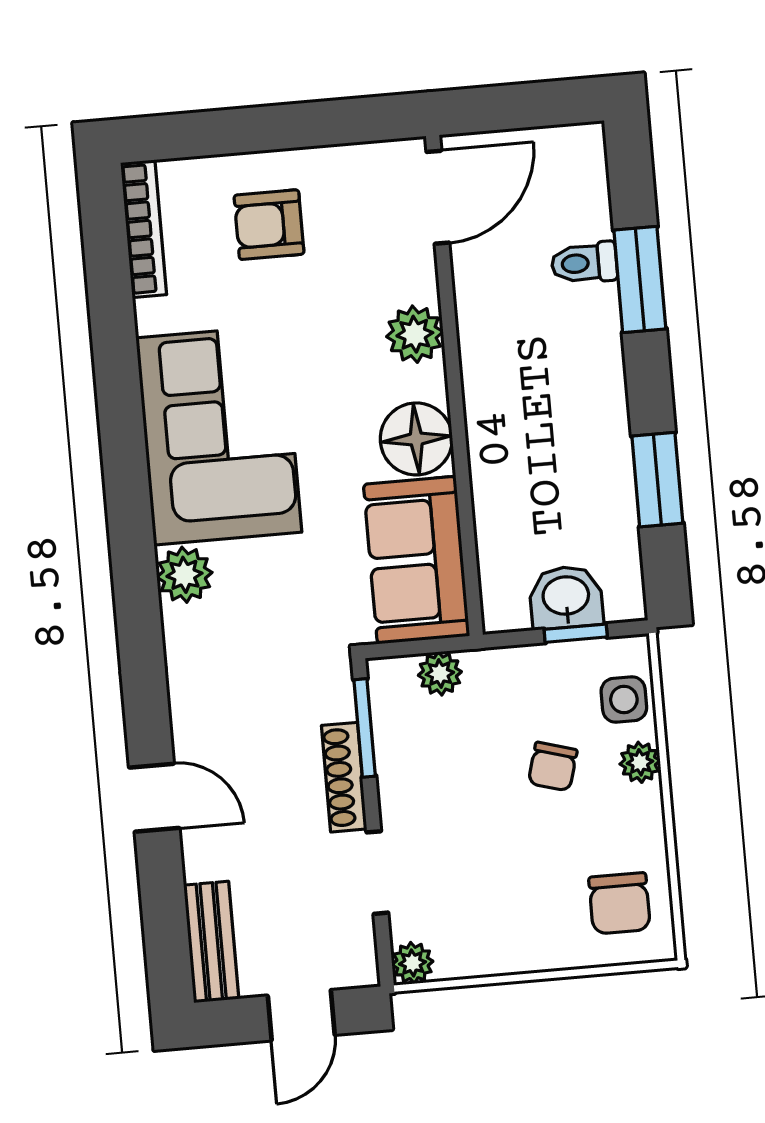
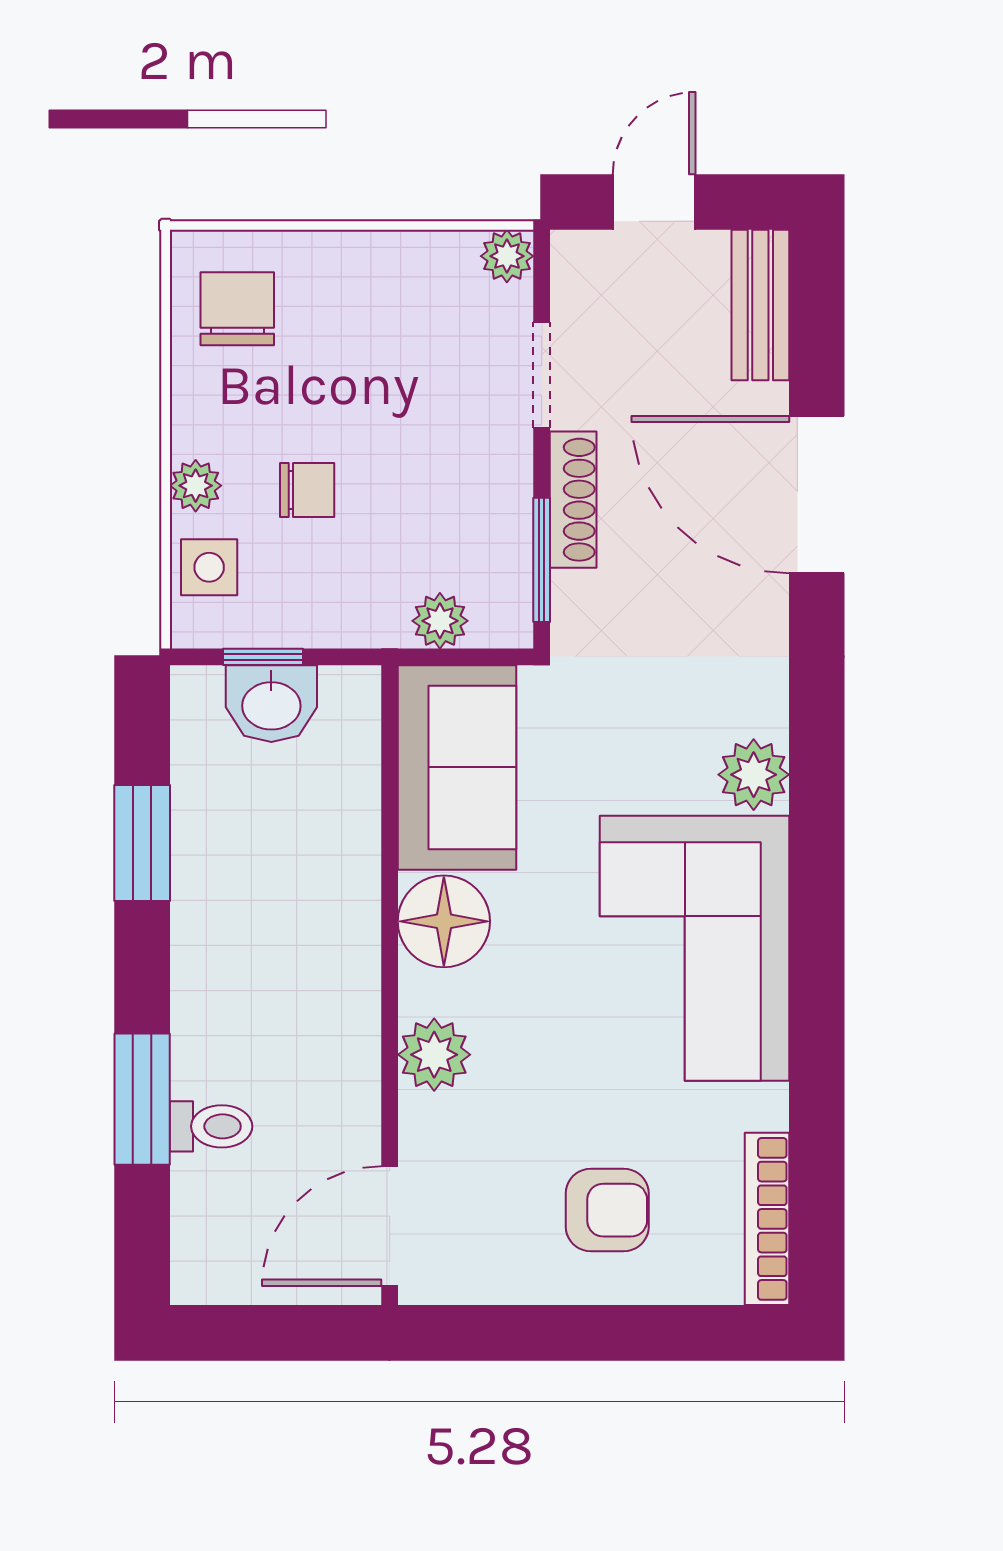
chair: (553, 767) -> (307, 490), turned 74
door: (154, 798) -> (817, 495), width x1.87

